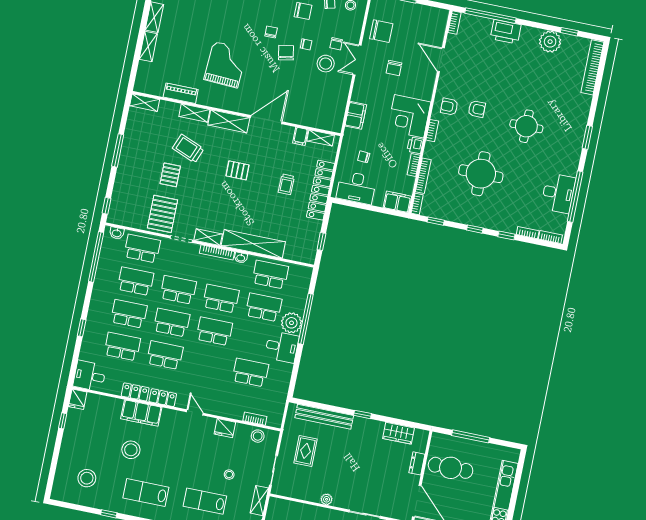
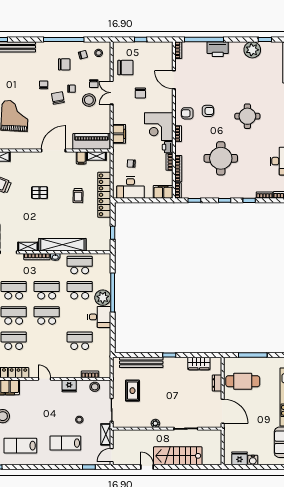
piano: (318, 118) -> (91, 141), added
shelving: (229, 121) -> (26, 158), removed

